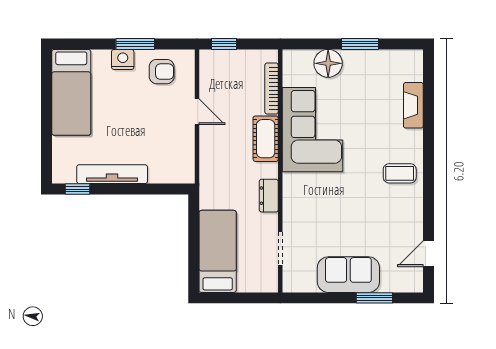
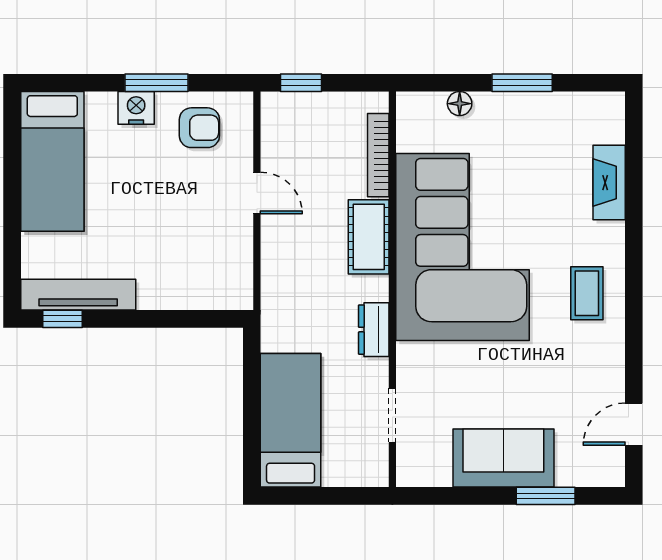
floor lamp: (328, 63) -> (460, 104), width x0.53, depth x0.53
corner sofa: (312, 130) -> (463, 247), width x1.36, depth x1.36
coffee table: (400, 173) -> (587, 293), turned 90
tv unit: (112, 174) -> (78, 295), moved

